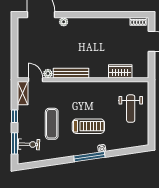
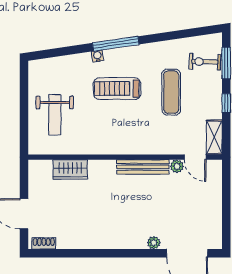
weight bench: (131, 109) -> (55, 115), turned 180

